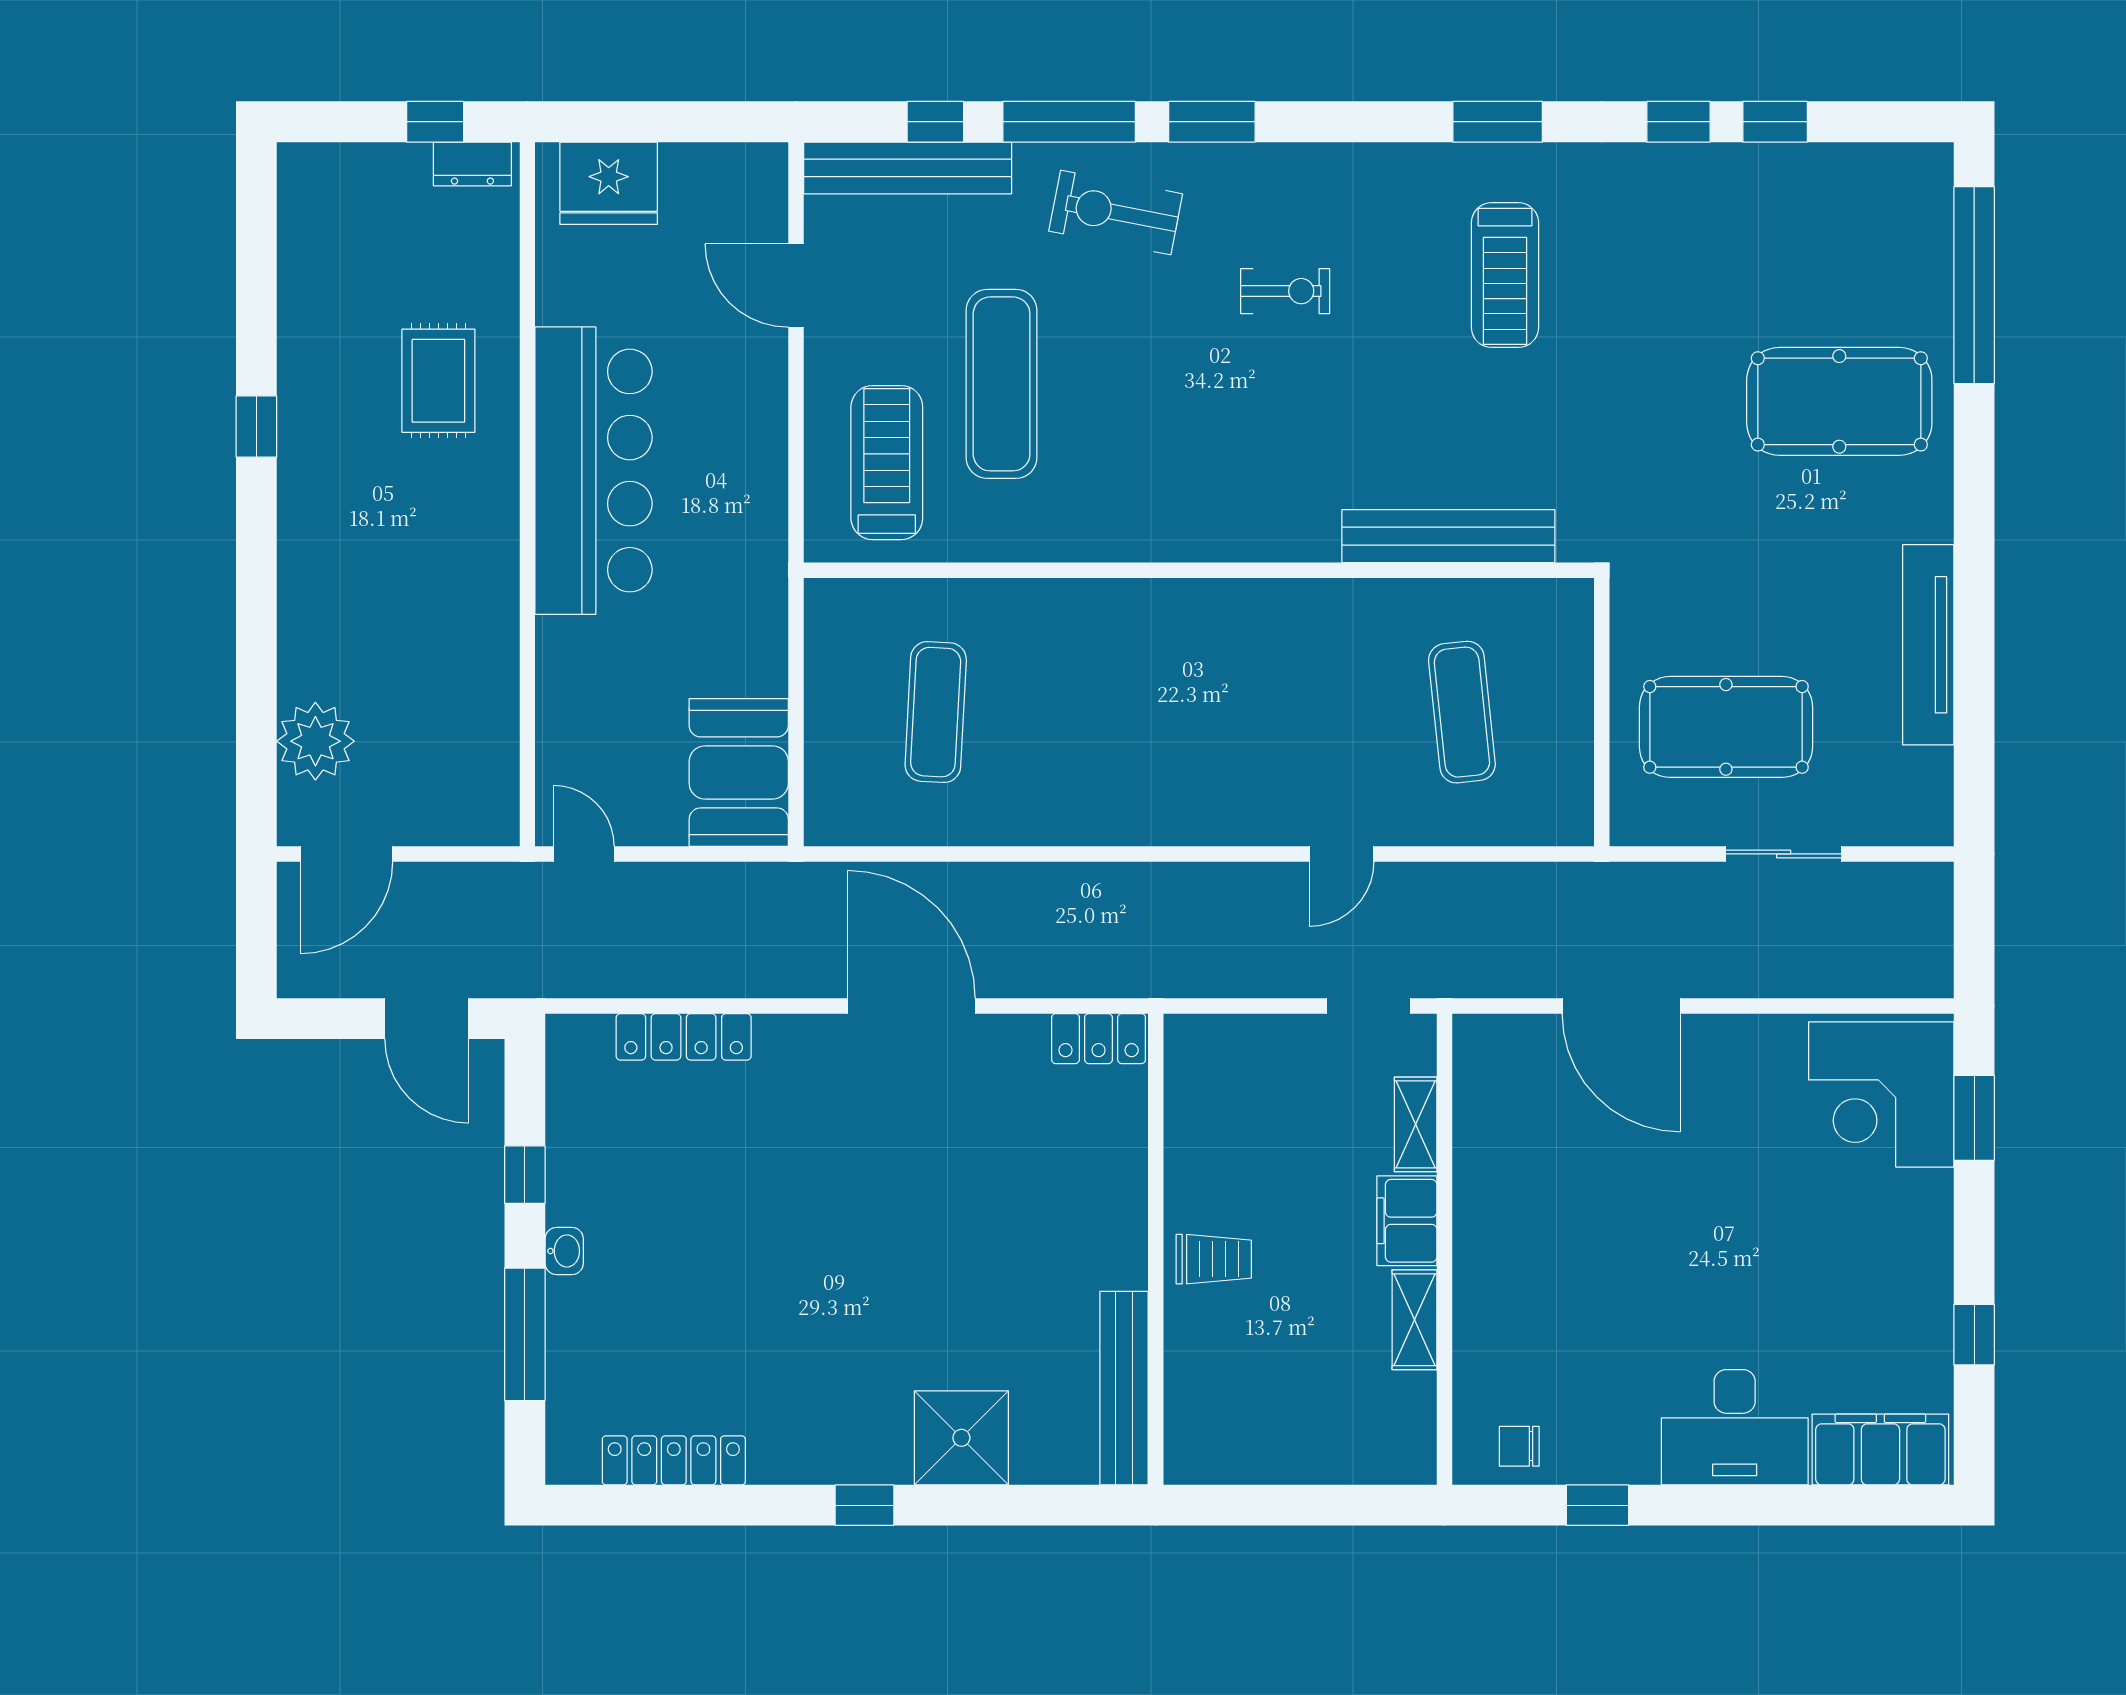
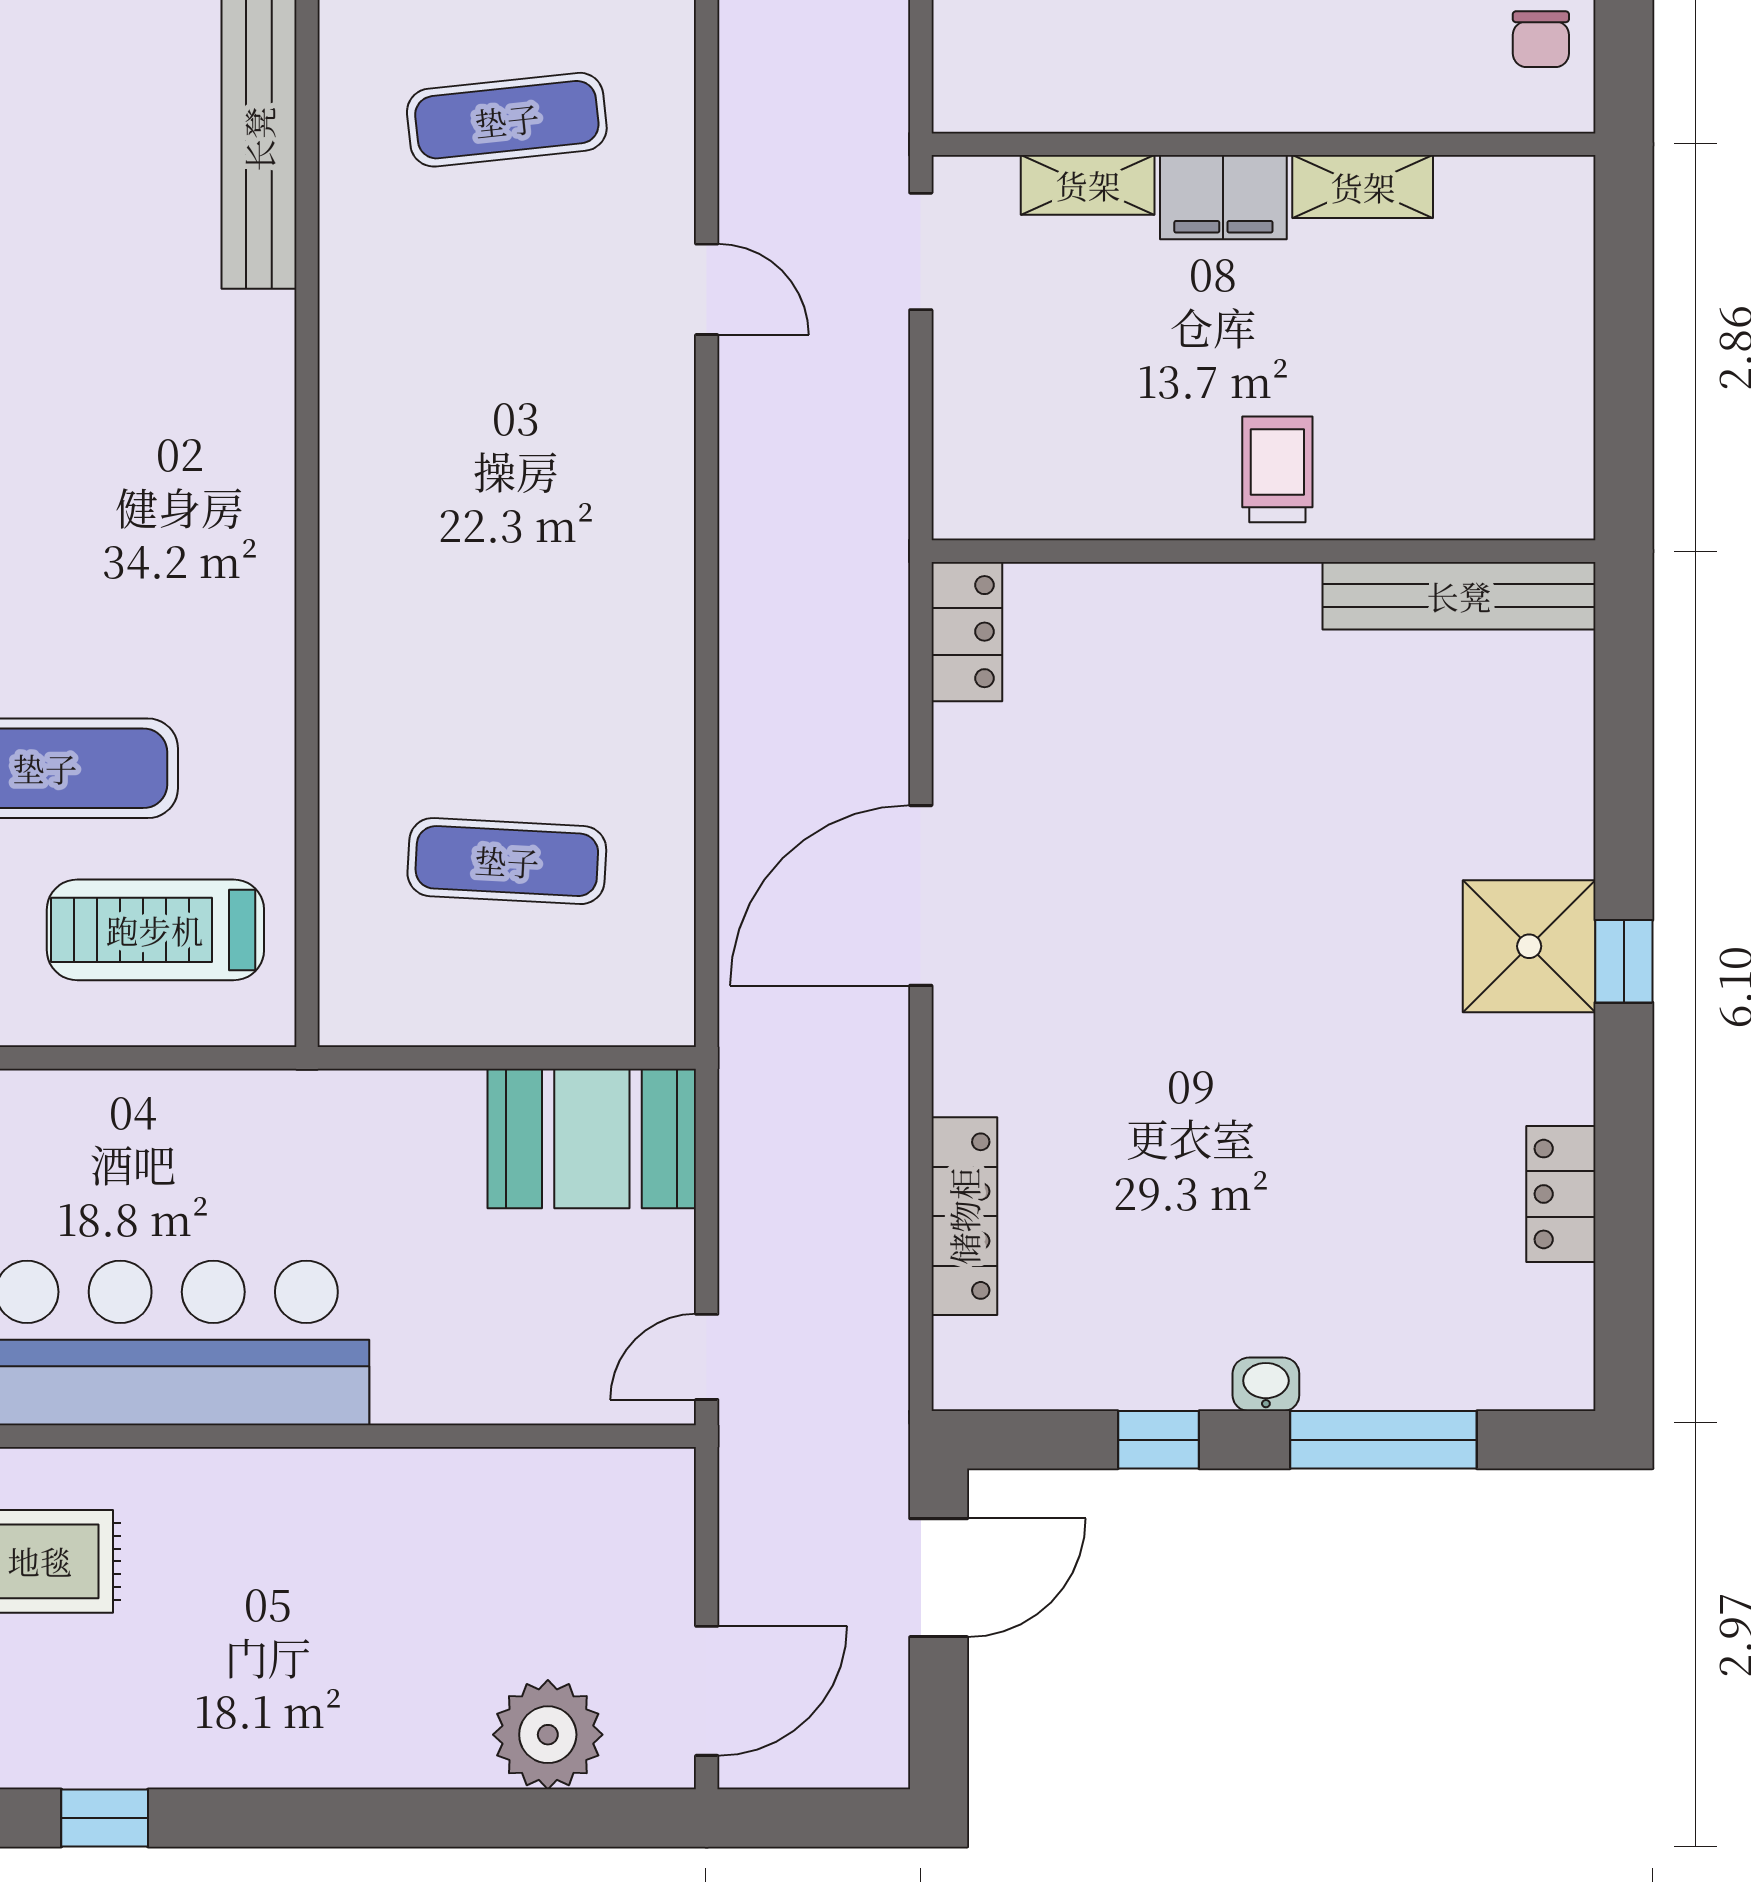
door: (347, 854) -> (707, 1691), hinge flipped
shower: (961, 1438) -> (1529, 946), moved
locker: (674, 1460) -> (1561, 1194), width x0.66

